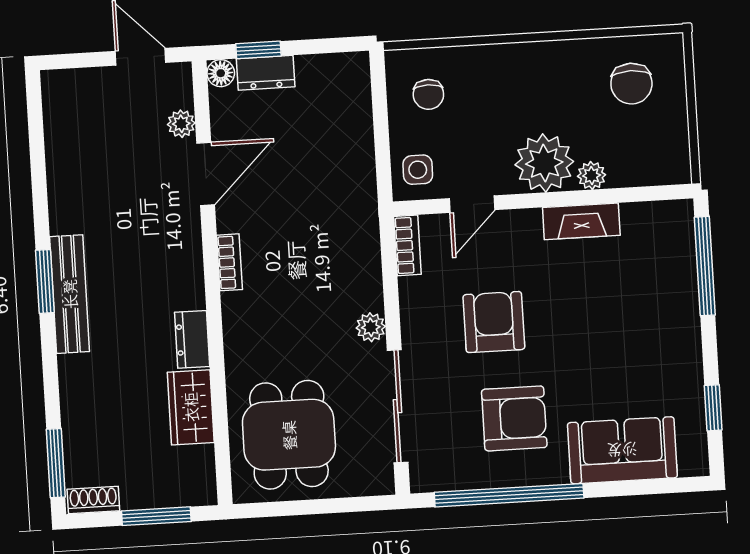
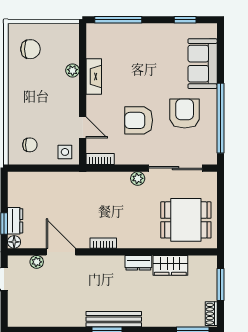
plant: (544, 163) -> (65, 92), removed

